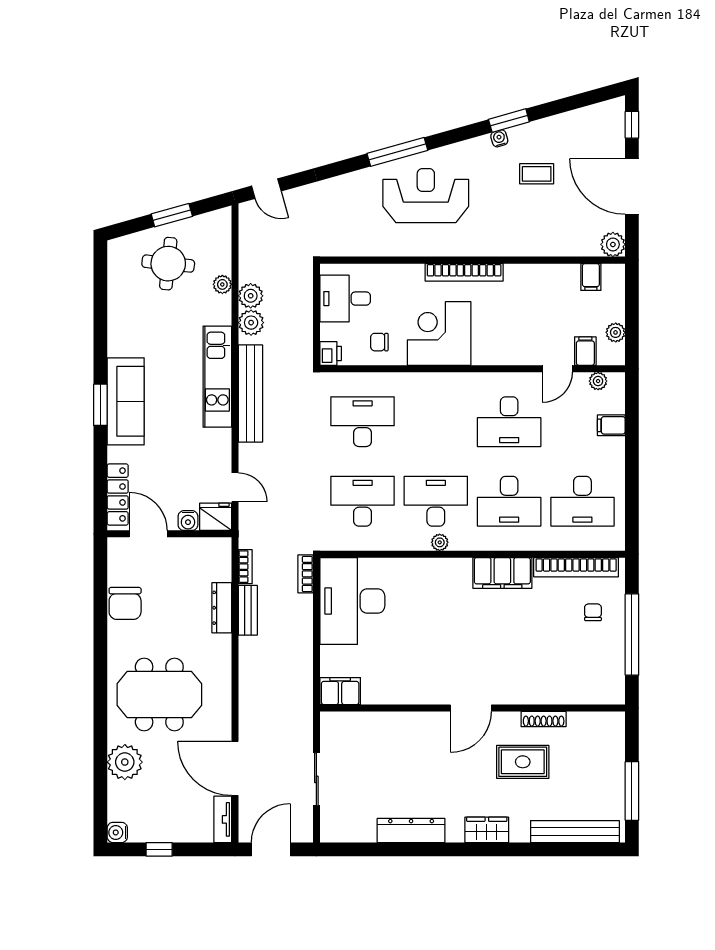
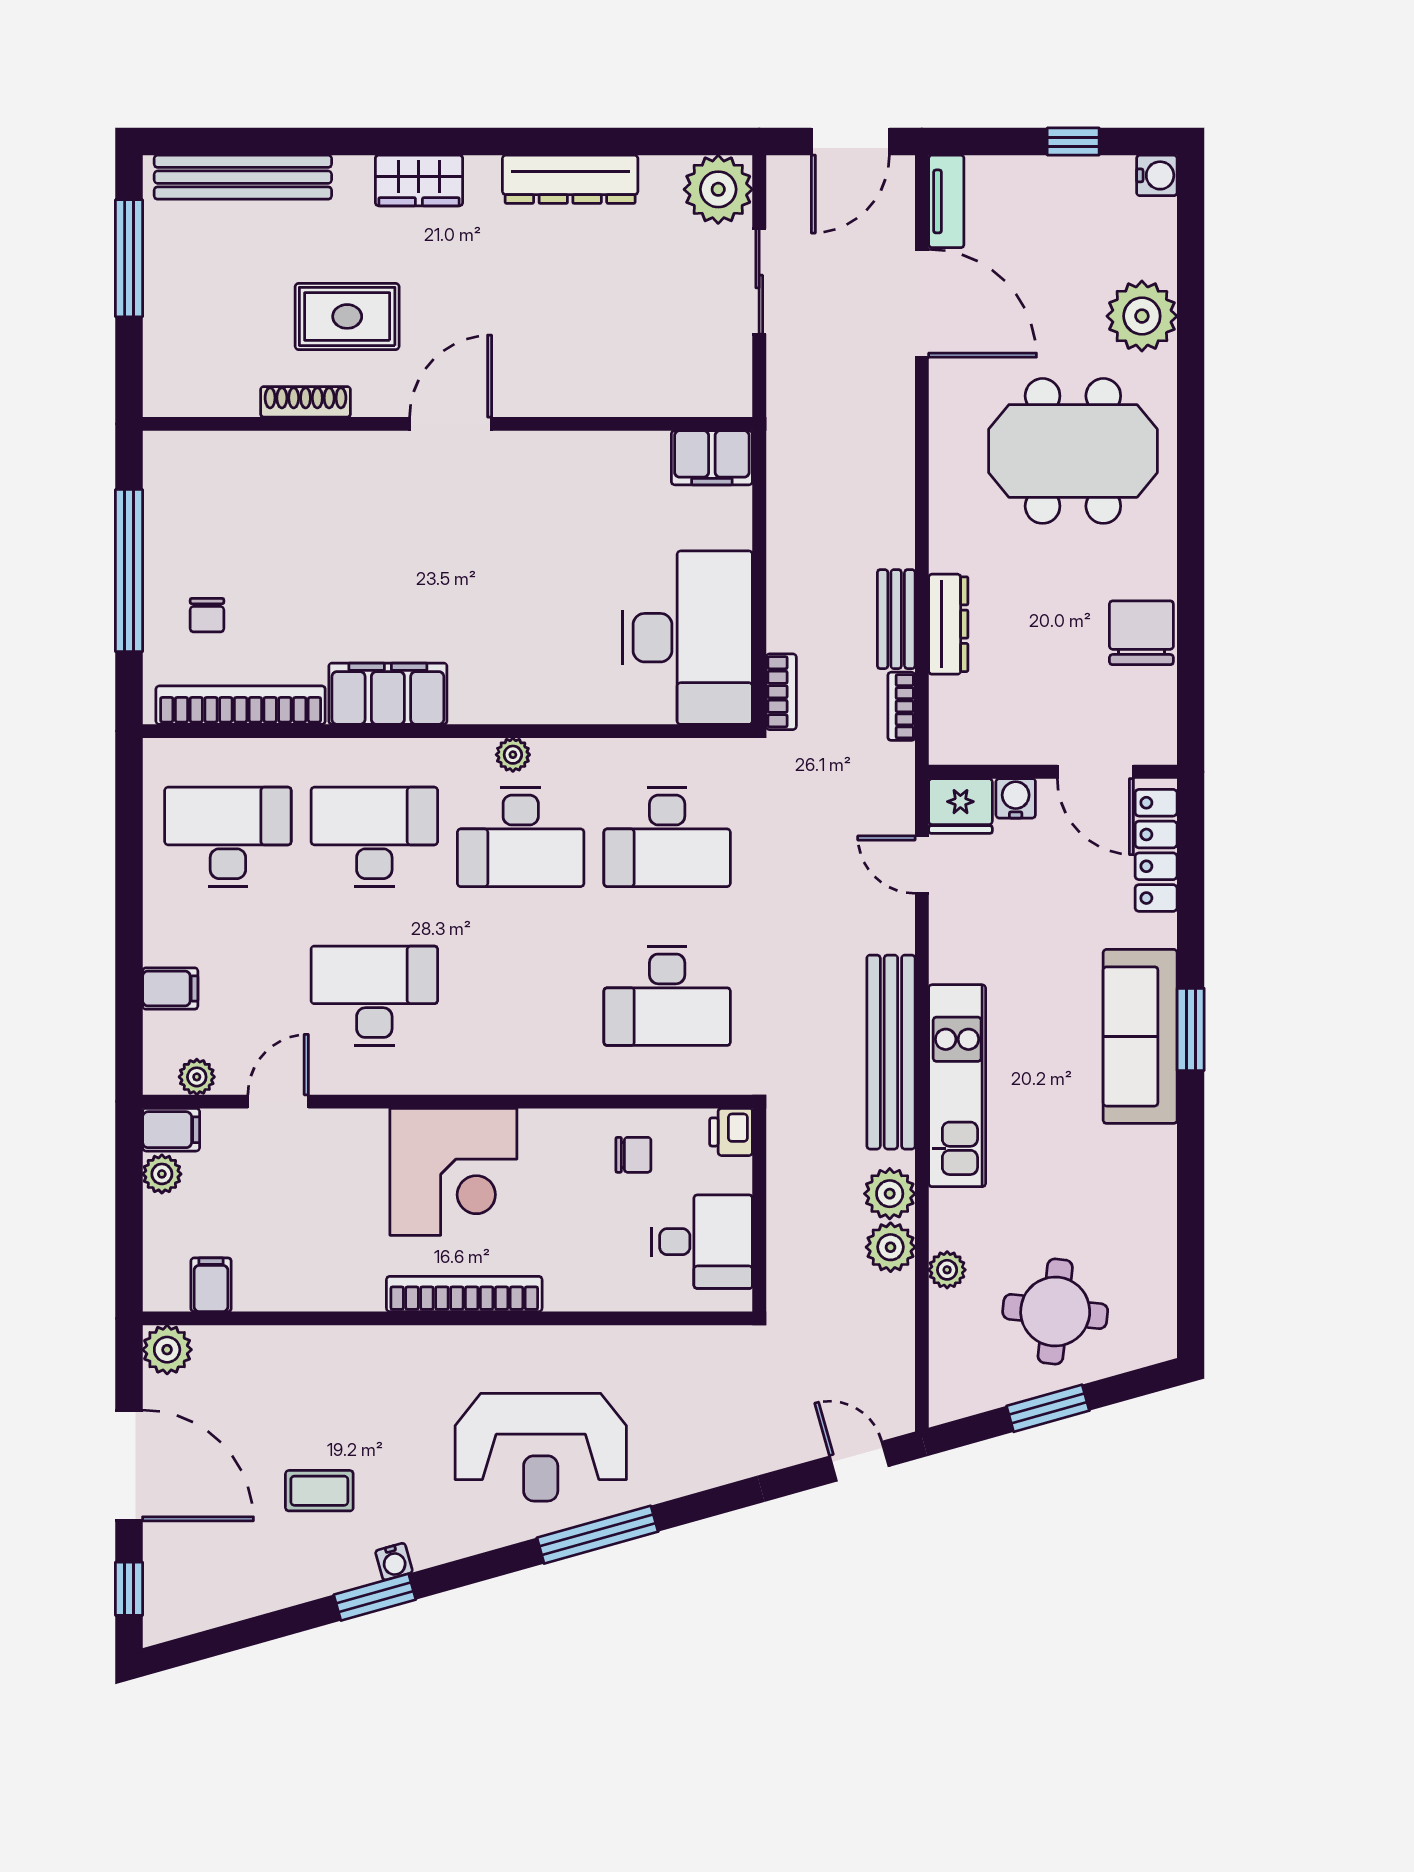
corner desk: (439, 334) -> (453, 1172), moved
filing cabinet: (585, 351) -> (171, 1130), moved, turned -90
plant: (337, 825) -> (718, 189), added

